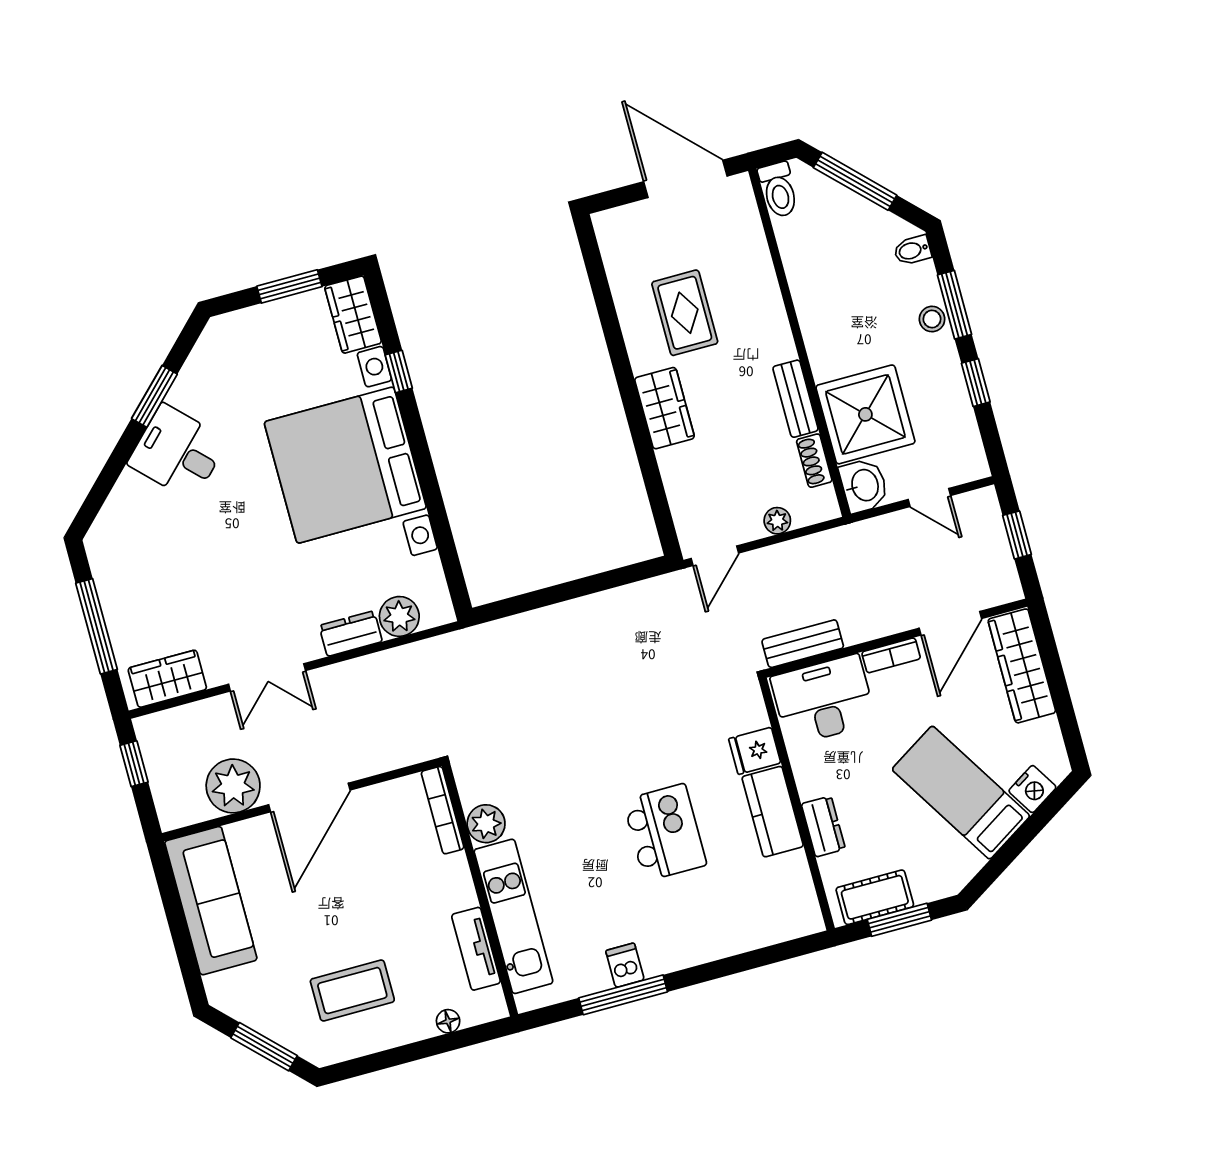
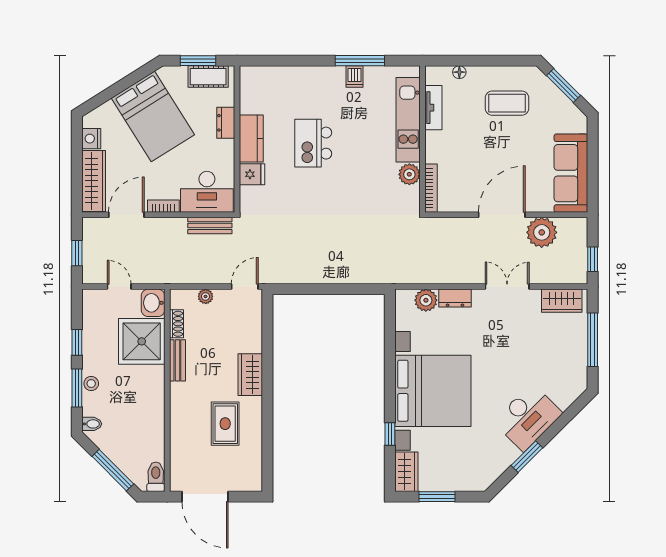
desk: (178, 452) -> (528, 417), width x1.37
nightstand: (1032, 789) -> (91, 139), moved, turned -58
bed: (961, 793) -> (153, 116), width x1.50

